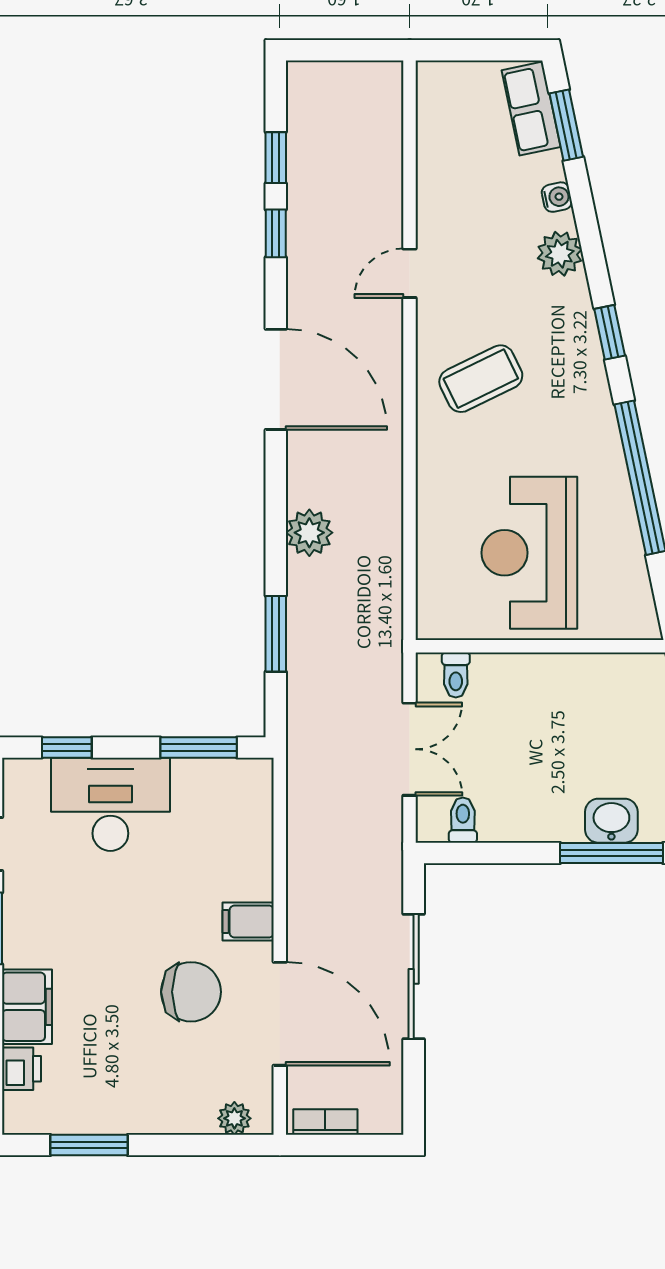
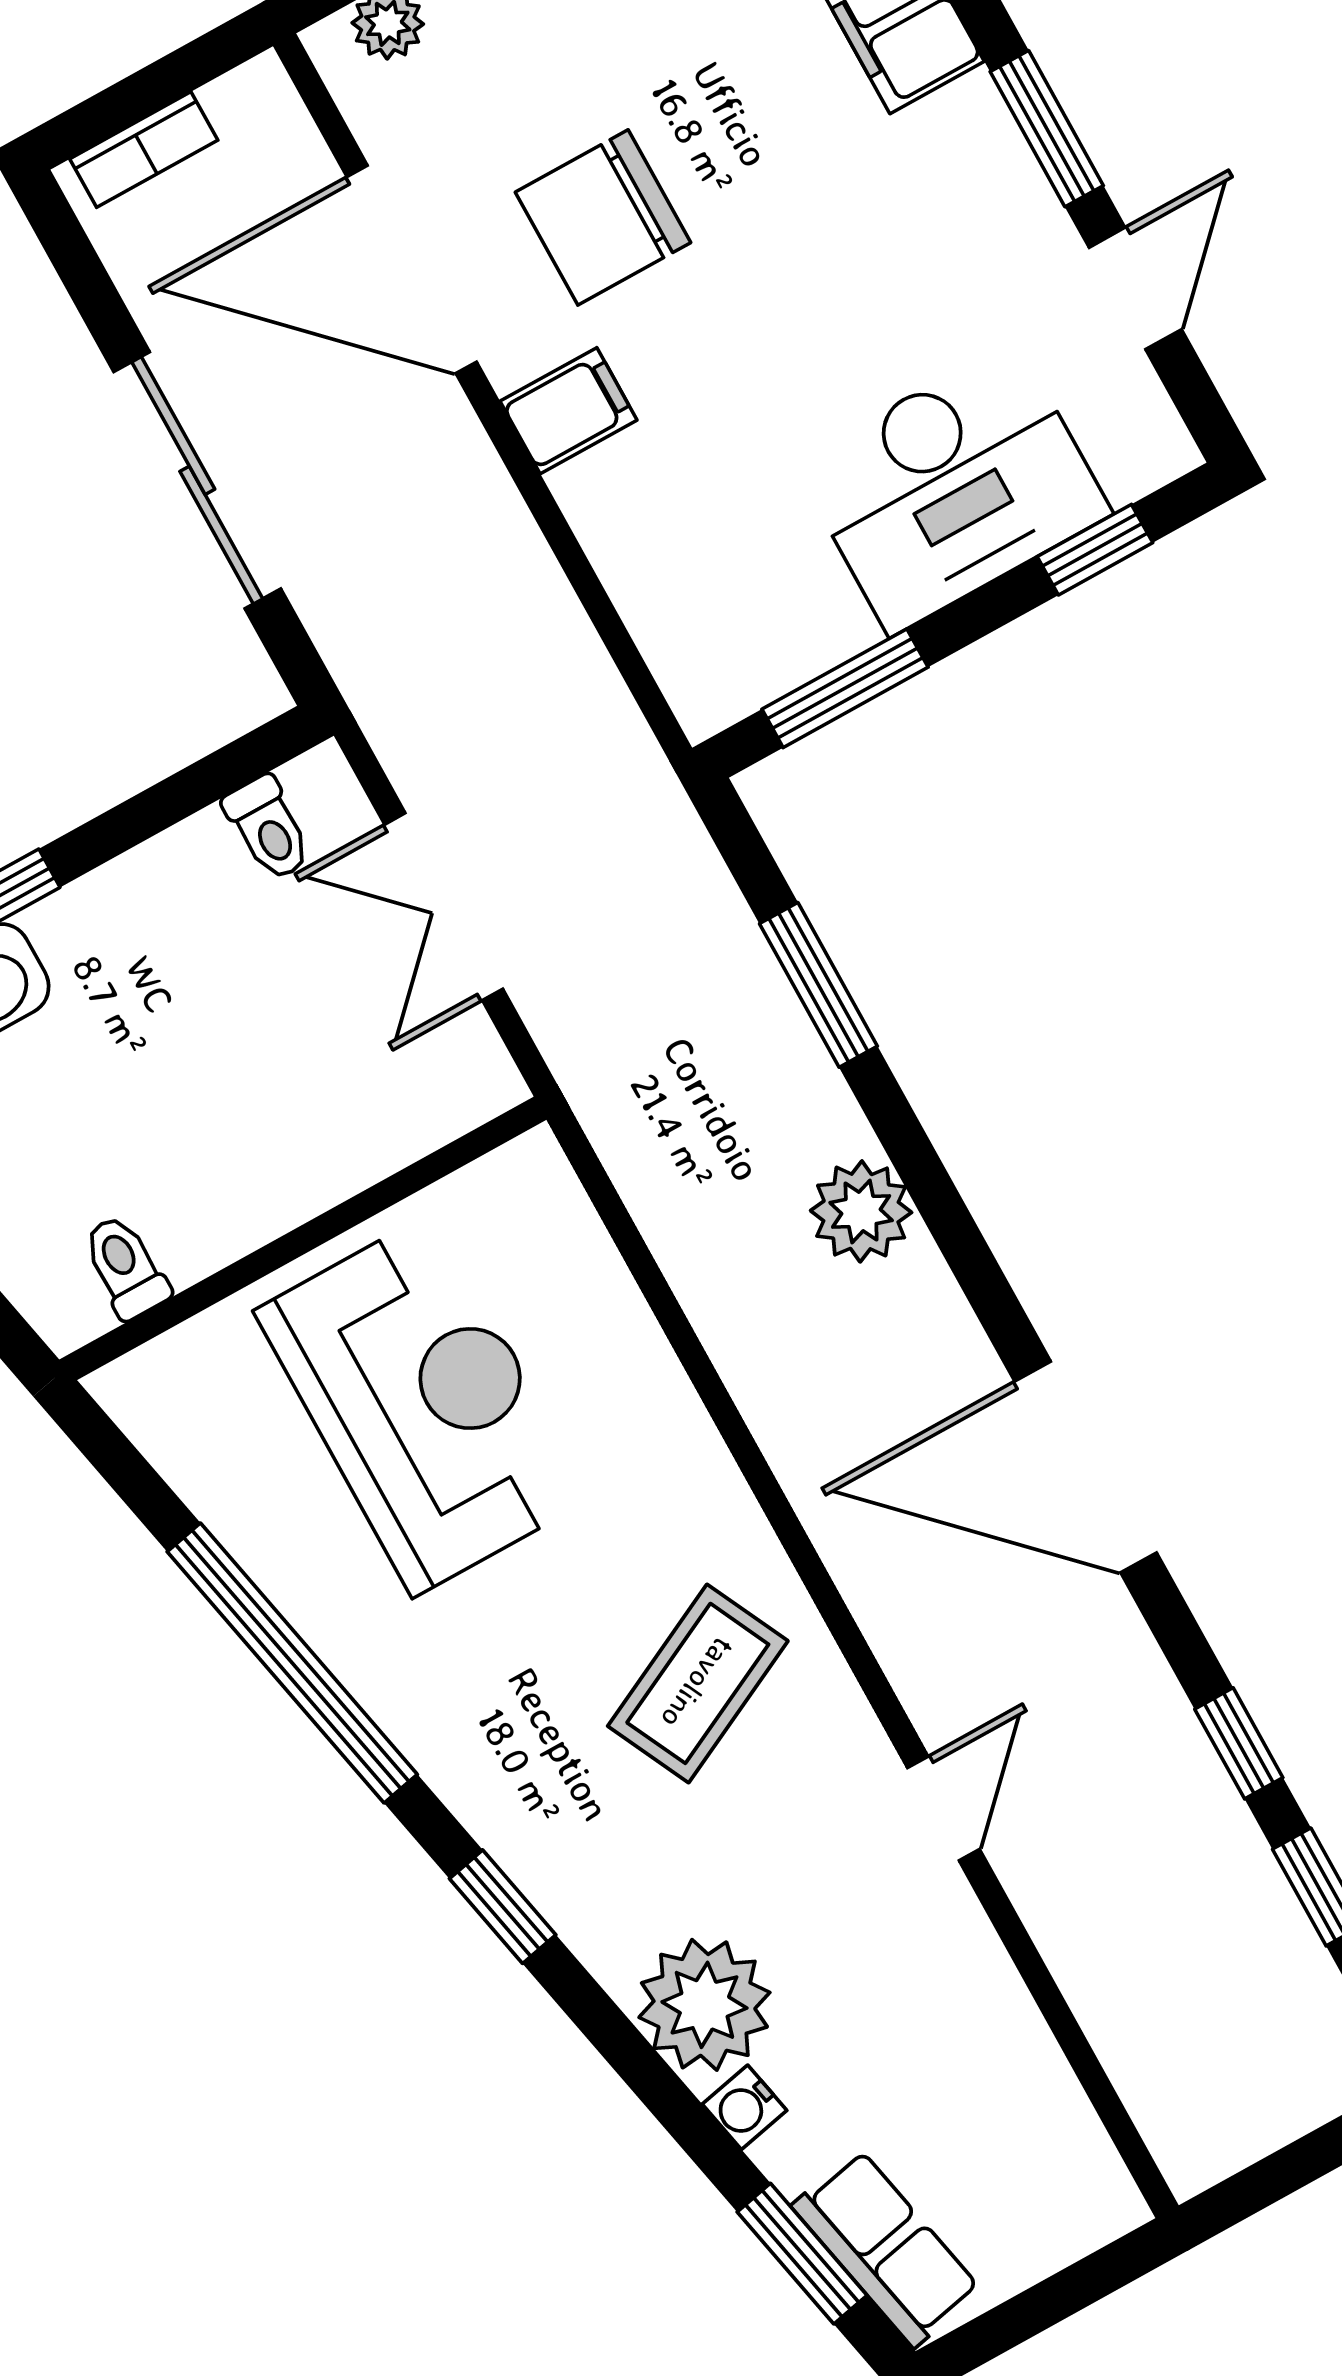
plant: (560, 254) -> (704, 2005), width x1.36, depth x1.36
toilet: (456, 675) -> (125, 1267), moved
bookcase: (325, 1122) -> (144, 150), moved

